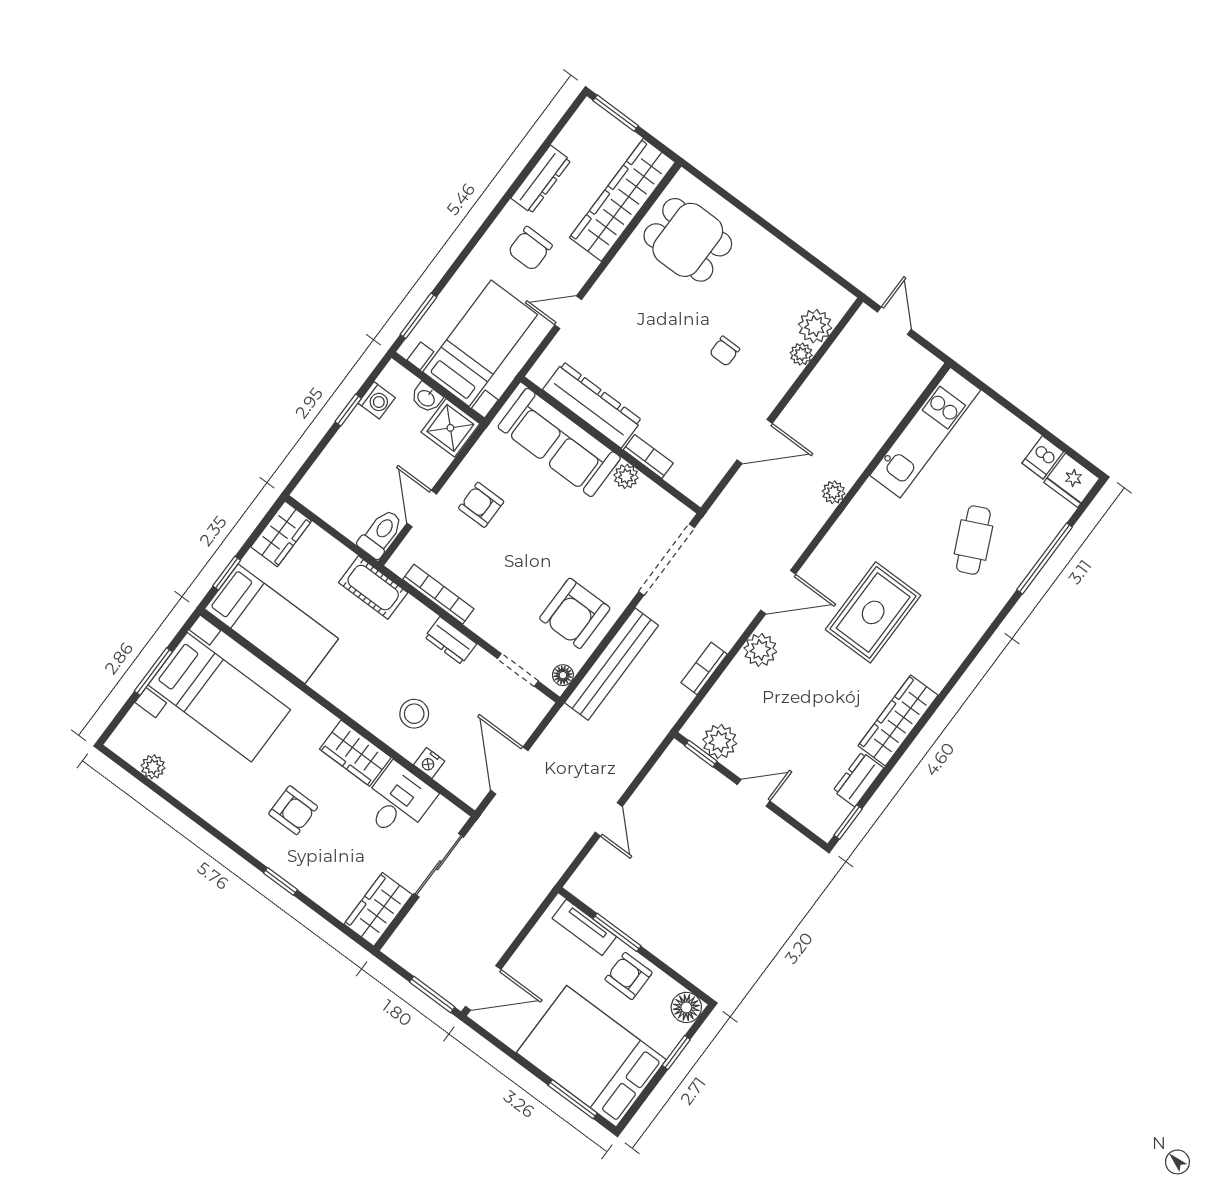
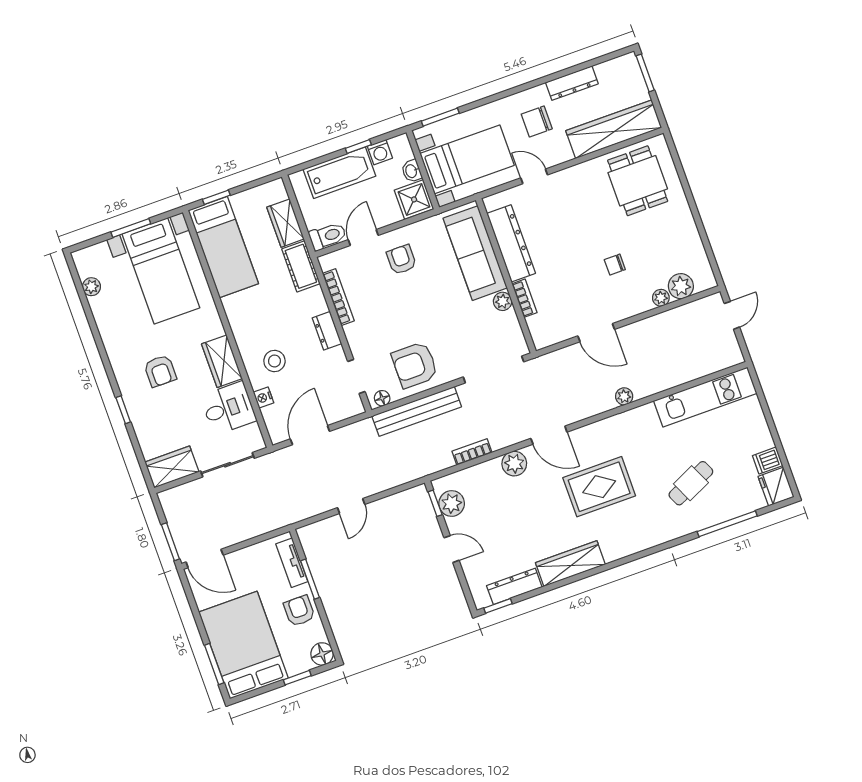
bathtub: (347, 453) -> (339, 173), added
wardrobe: (281, 534) -> (285, 223), moved, turned 90
dresser: (858, 779) -> (514, 586), width x1.44

